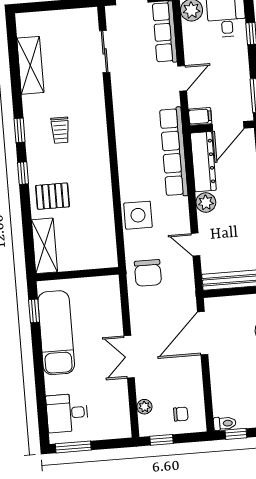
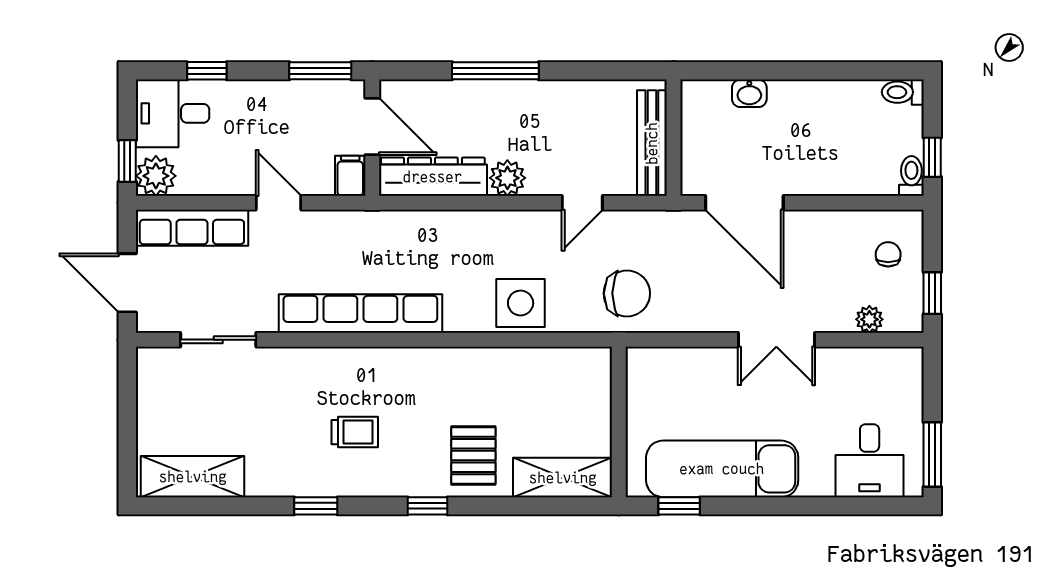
shelving: (30, 65) -> (193, 477), moved
window: (20, 130) -> (316, 506), moved
row of seats: (174, 152) -> (360, 314), moved, turned 180

